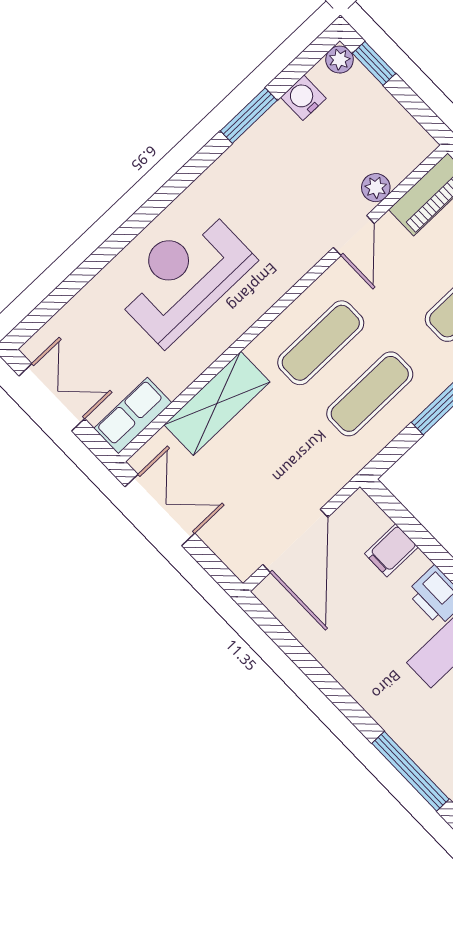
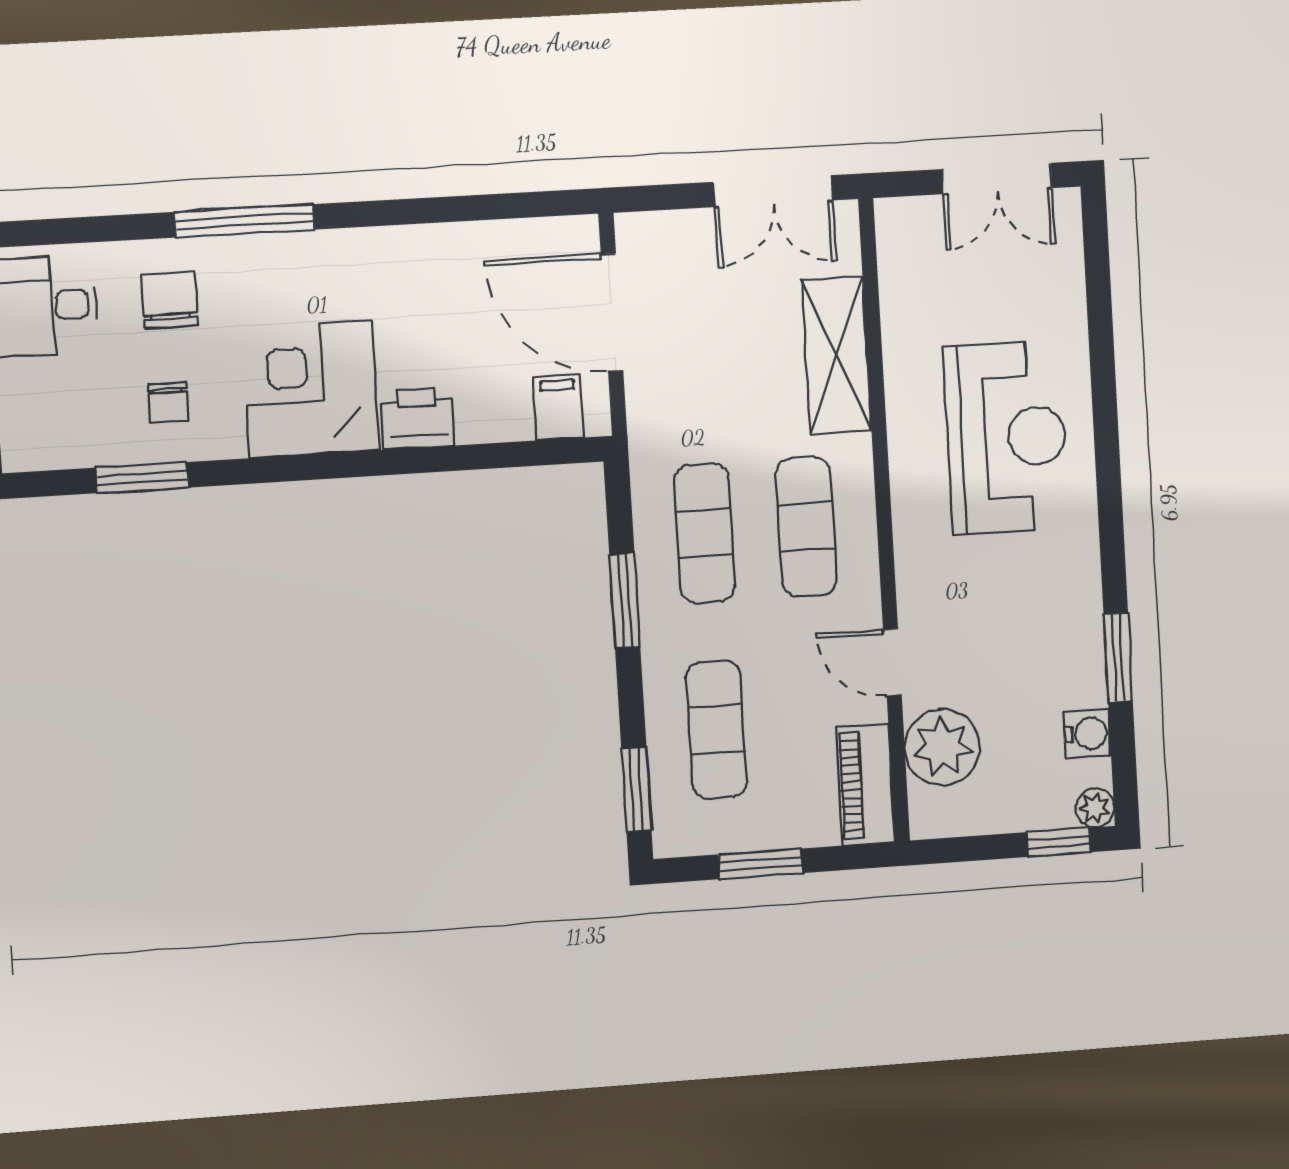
plant: (376, 188) -> (942, 747), width x1.87, depth x1.87
row of seats: (133, 416) -> (902, 251), removed
filing cabinet: (391, 550) -> (558, 407), moved

